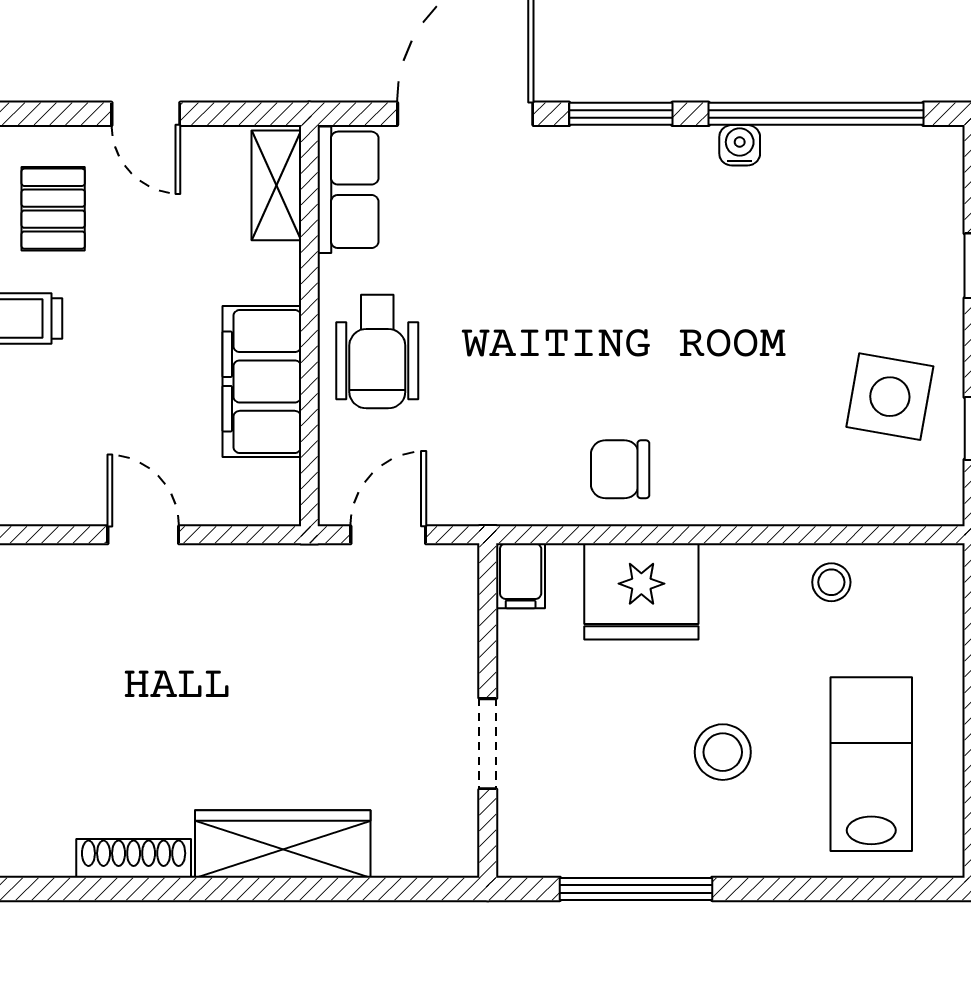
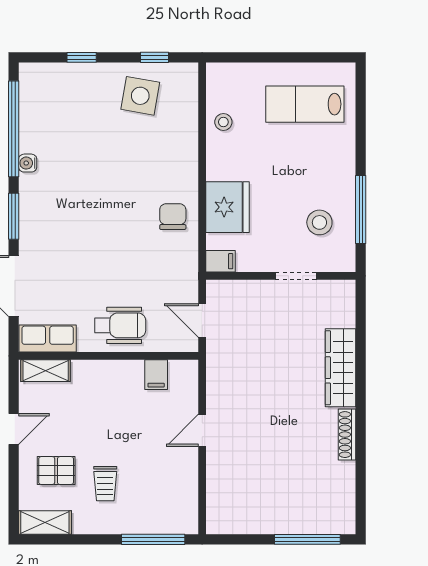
filing cabinet: (262, 381) -> (156, 375), width x0.33, depth x0.86
chair: (620, 469) -> (173, 217), turned 180
stool: (723, 752) -> (319, 222), moved

